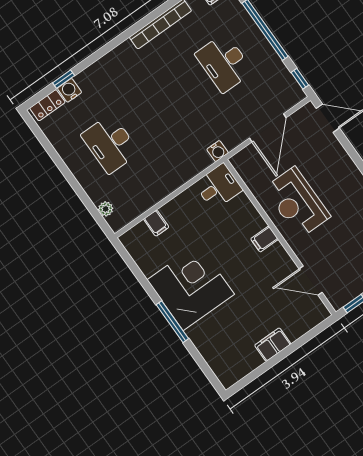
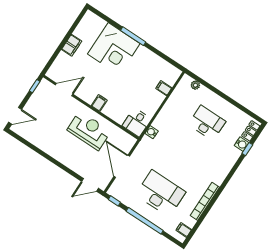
desk: (224, 63) -> (161, 193), width x1.36, depth x1.30
water cooler: (217, 151) -> (152, 132), moved
corner desk: (191, 287) -> (114, 49), moved

